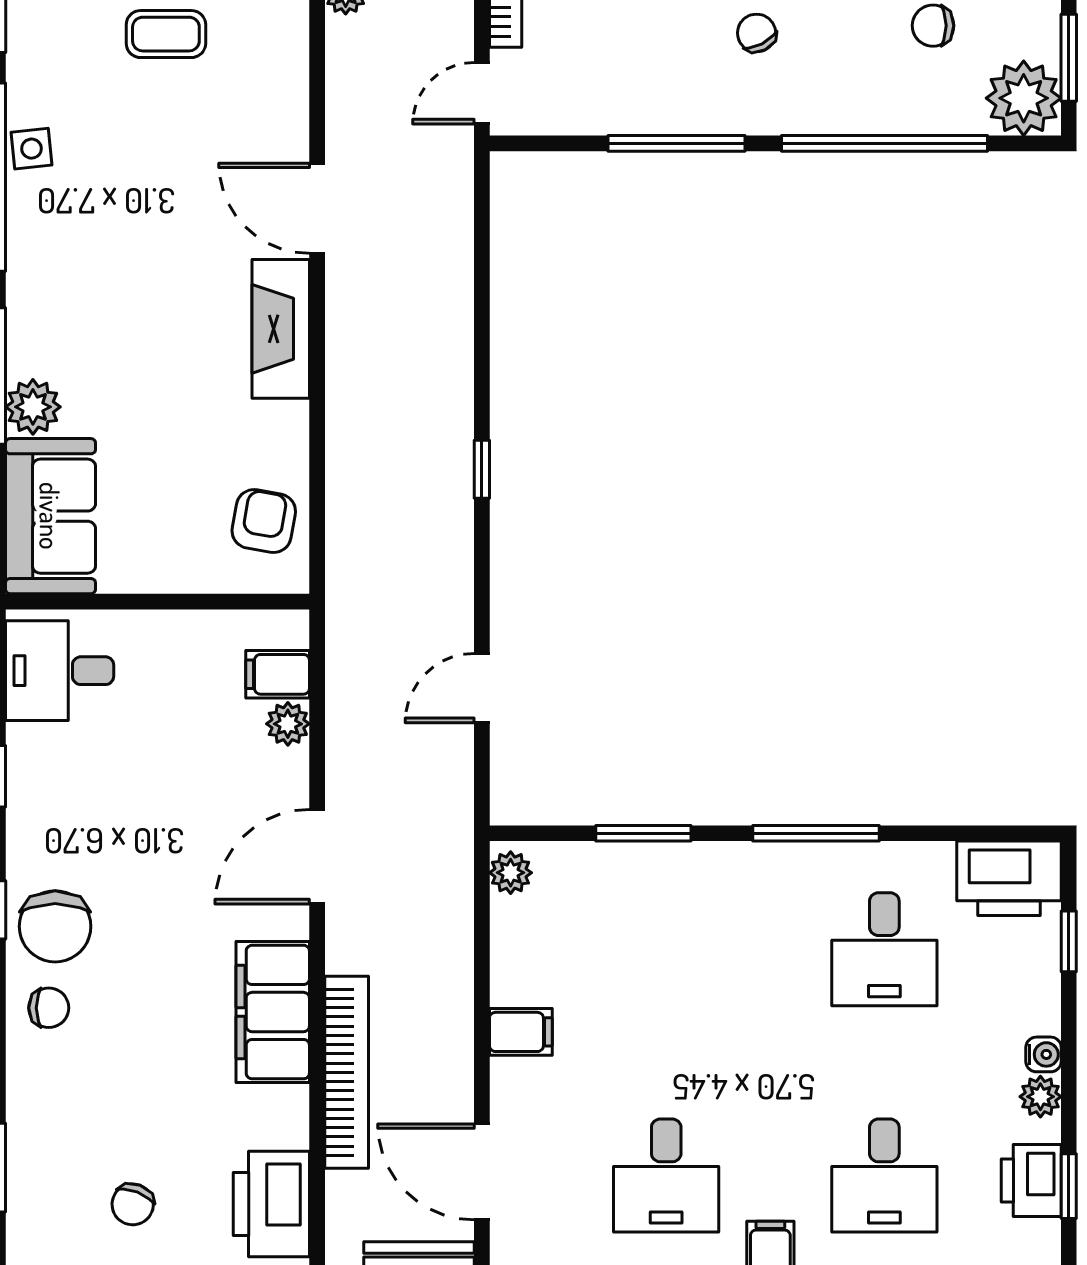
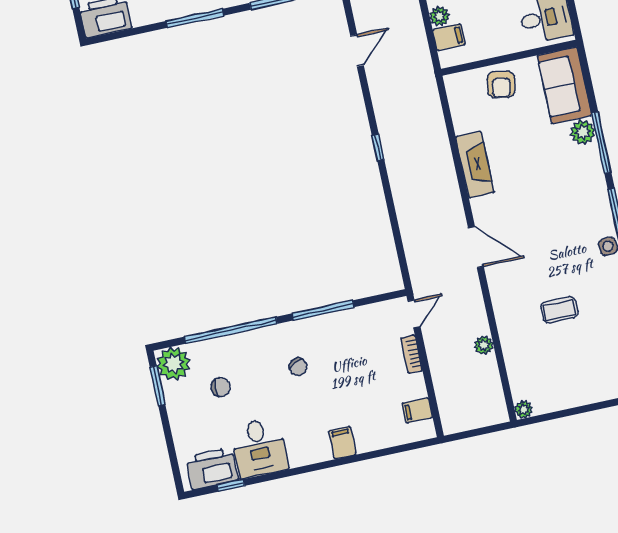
fireplace: (281, 329) -> (475, 165), moved
armchair: (264, 521) -> (501, 84), moved

